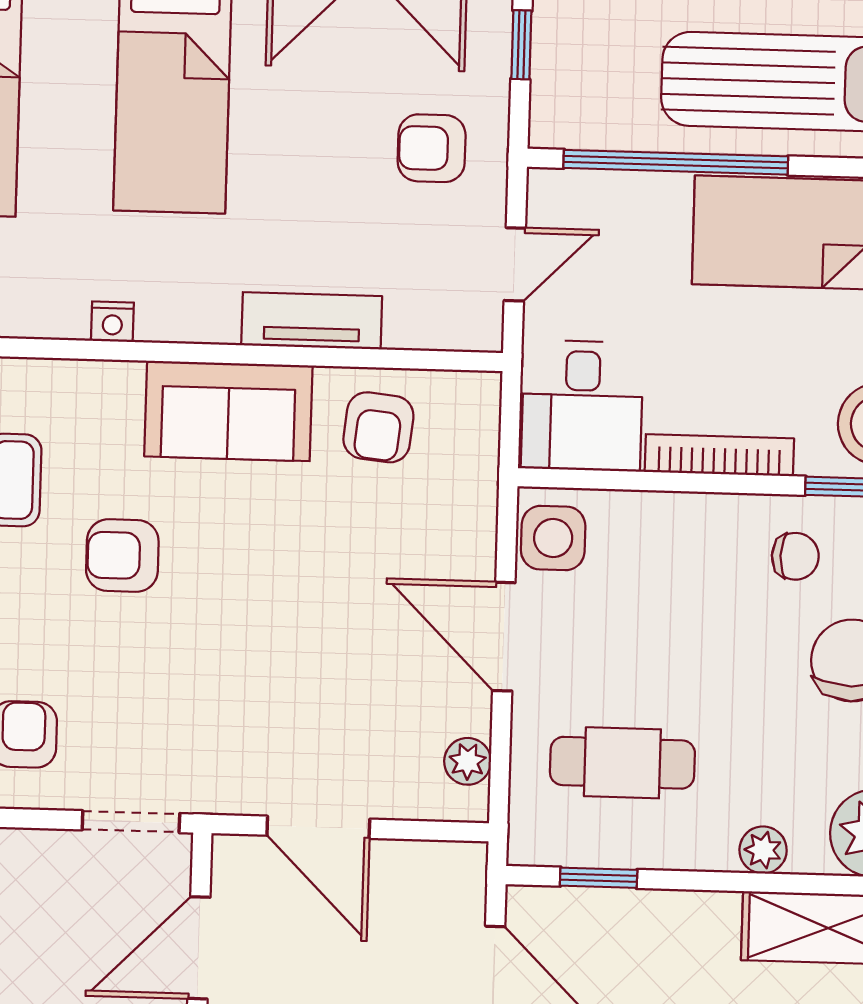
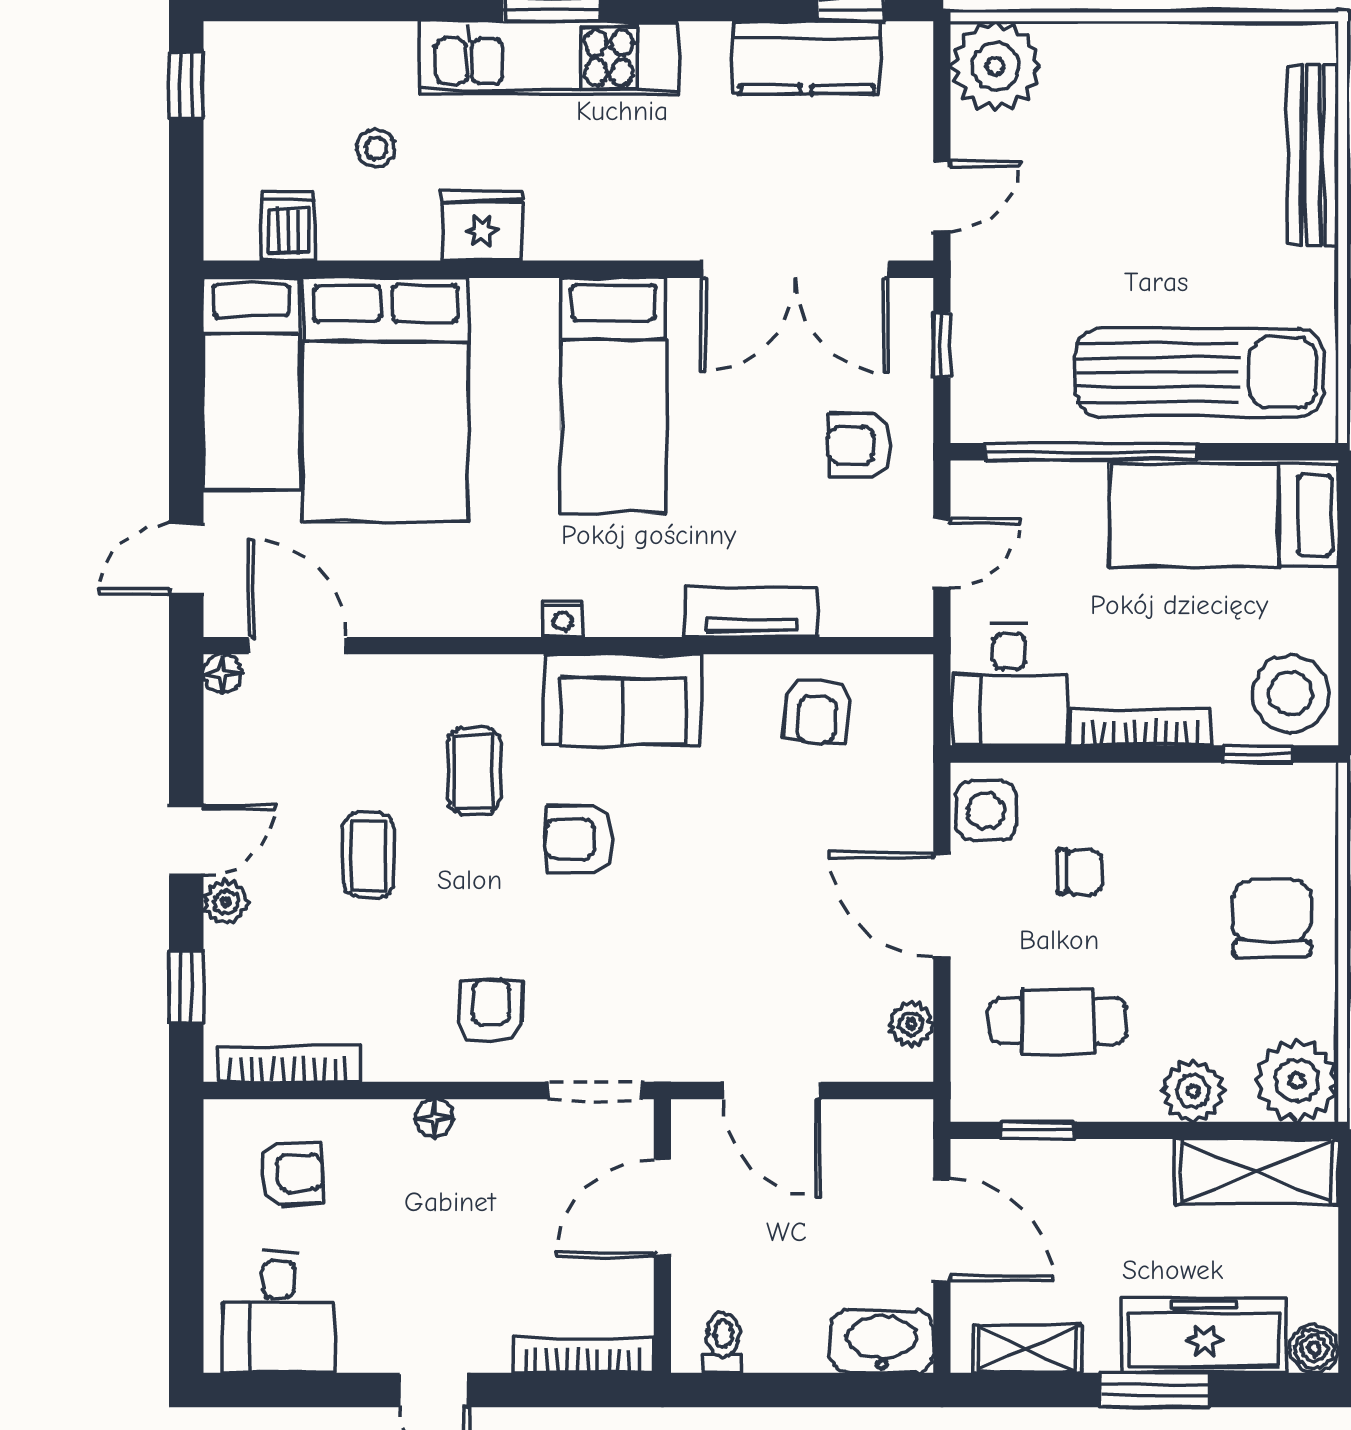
sofa: (228, 411) -> (623, 699), moved
chair: (795, 556) -> (1080, 872), moved
plant: (763, 850) -> (1193, 1091), width x1.38, depth x1.38

